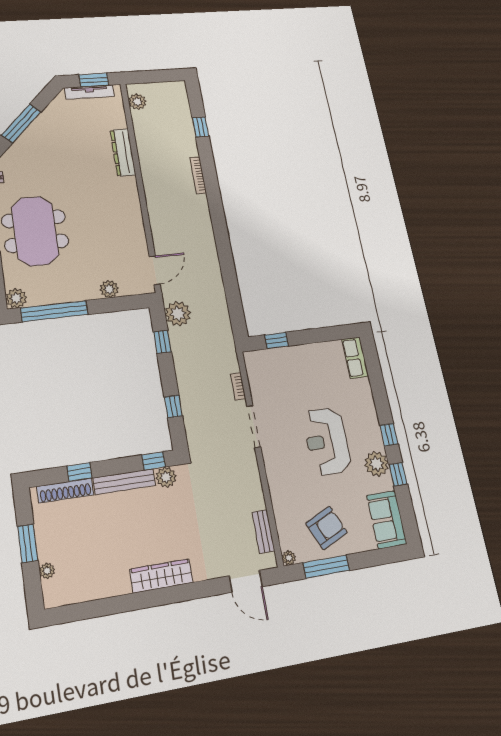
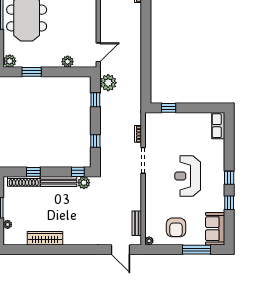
window: (54, 311) -> (32, 72), width x0.47
plant: (377, 464) -> (217, 194), removed
armchair: (327, 528) -> (176, 227), turned 114
window: (326, 567) -> (197, 250), moved
wardrobe: (161, 576) -> (45, 238), moved

